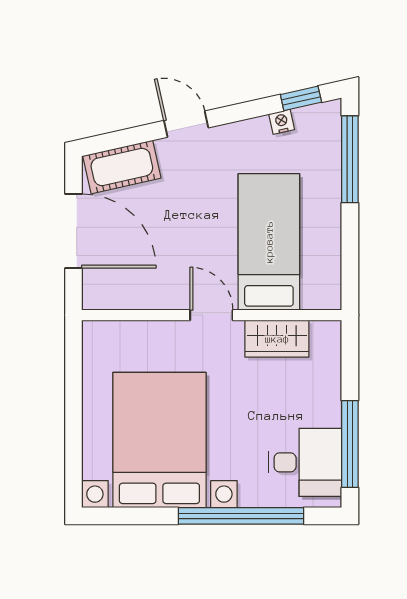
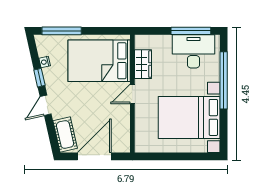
window: (301, 98) -> (39, 78), moved
bed: (269, 242) -> (99, 61), width x1.50
desk: (305, 462) -> (194, 51), width x1.37

